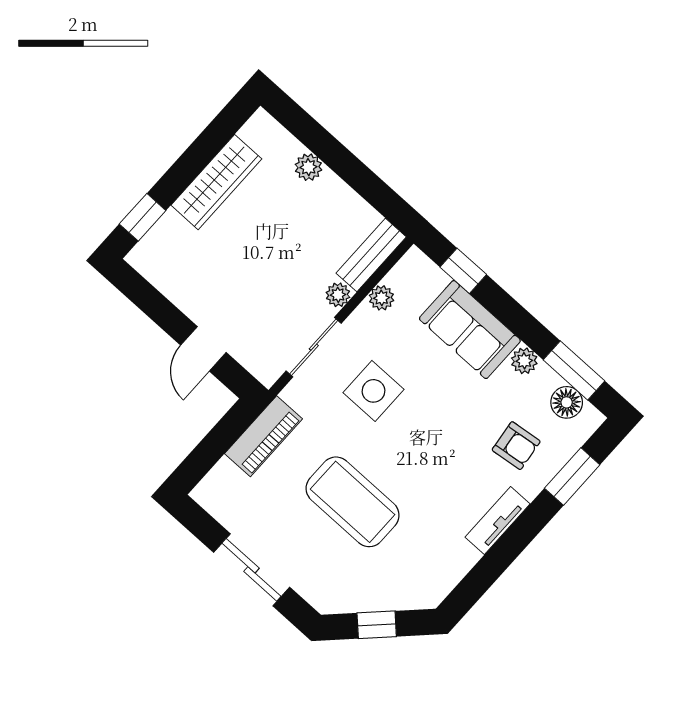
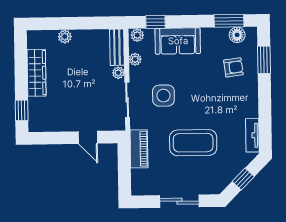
plant: (524, 361) -> (137, 35), moved
tv unit: (498, 521) -> (252, 135), moved

